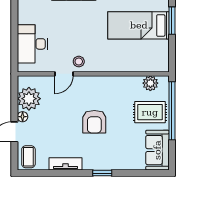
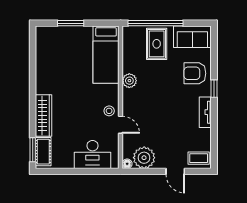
bed: (139, 25) -> (106, 55), moved
plant: (150, 83) -> (129, 81), moved
floor lamp: (23, 117) -> (127, 164), moved
armchair: (94, 122) -> (195, 73), moved, turned 180
tv unit: (65, 164) -> (205, 112), moved

